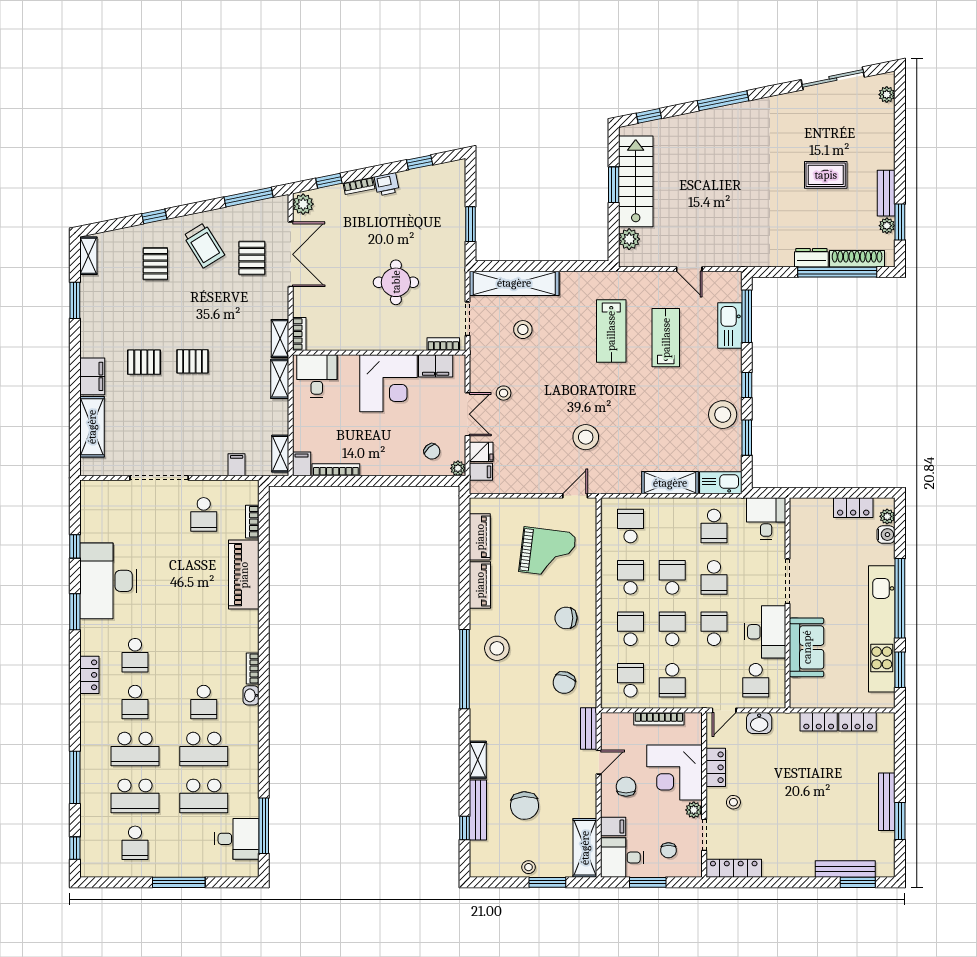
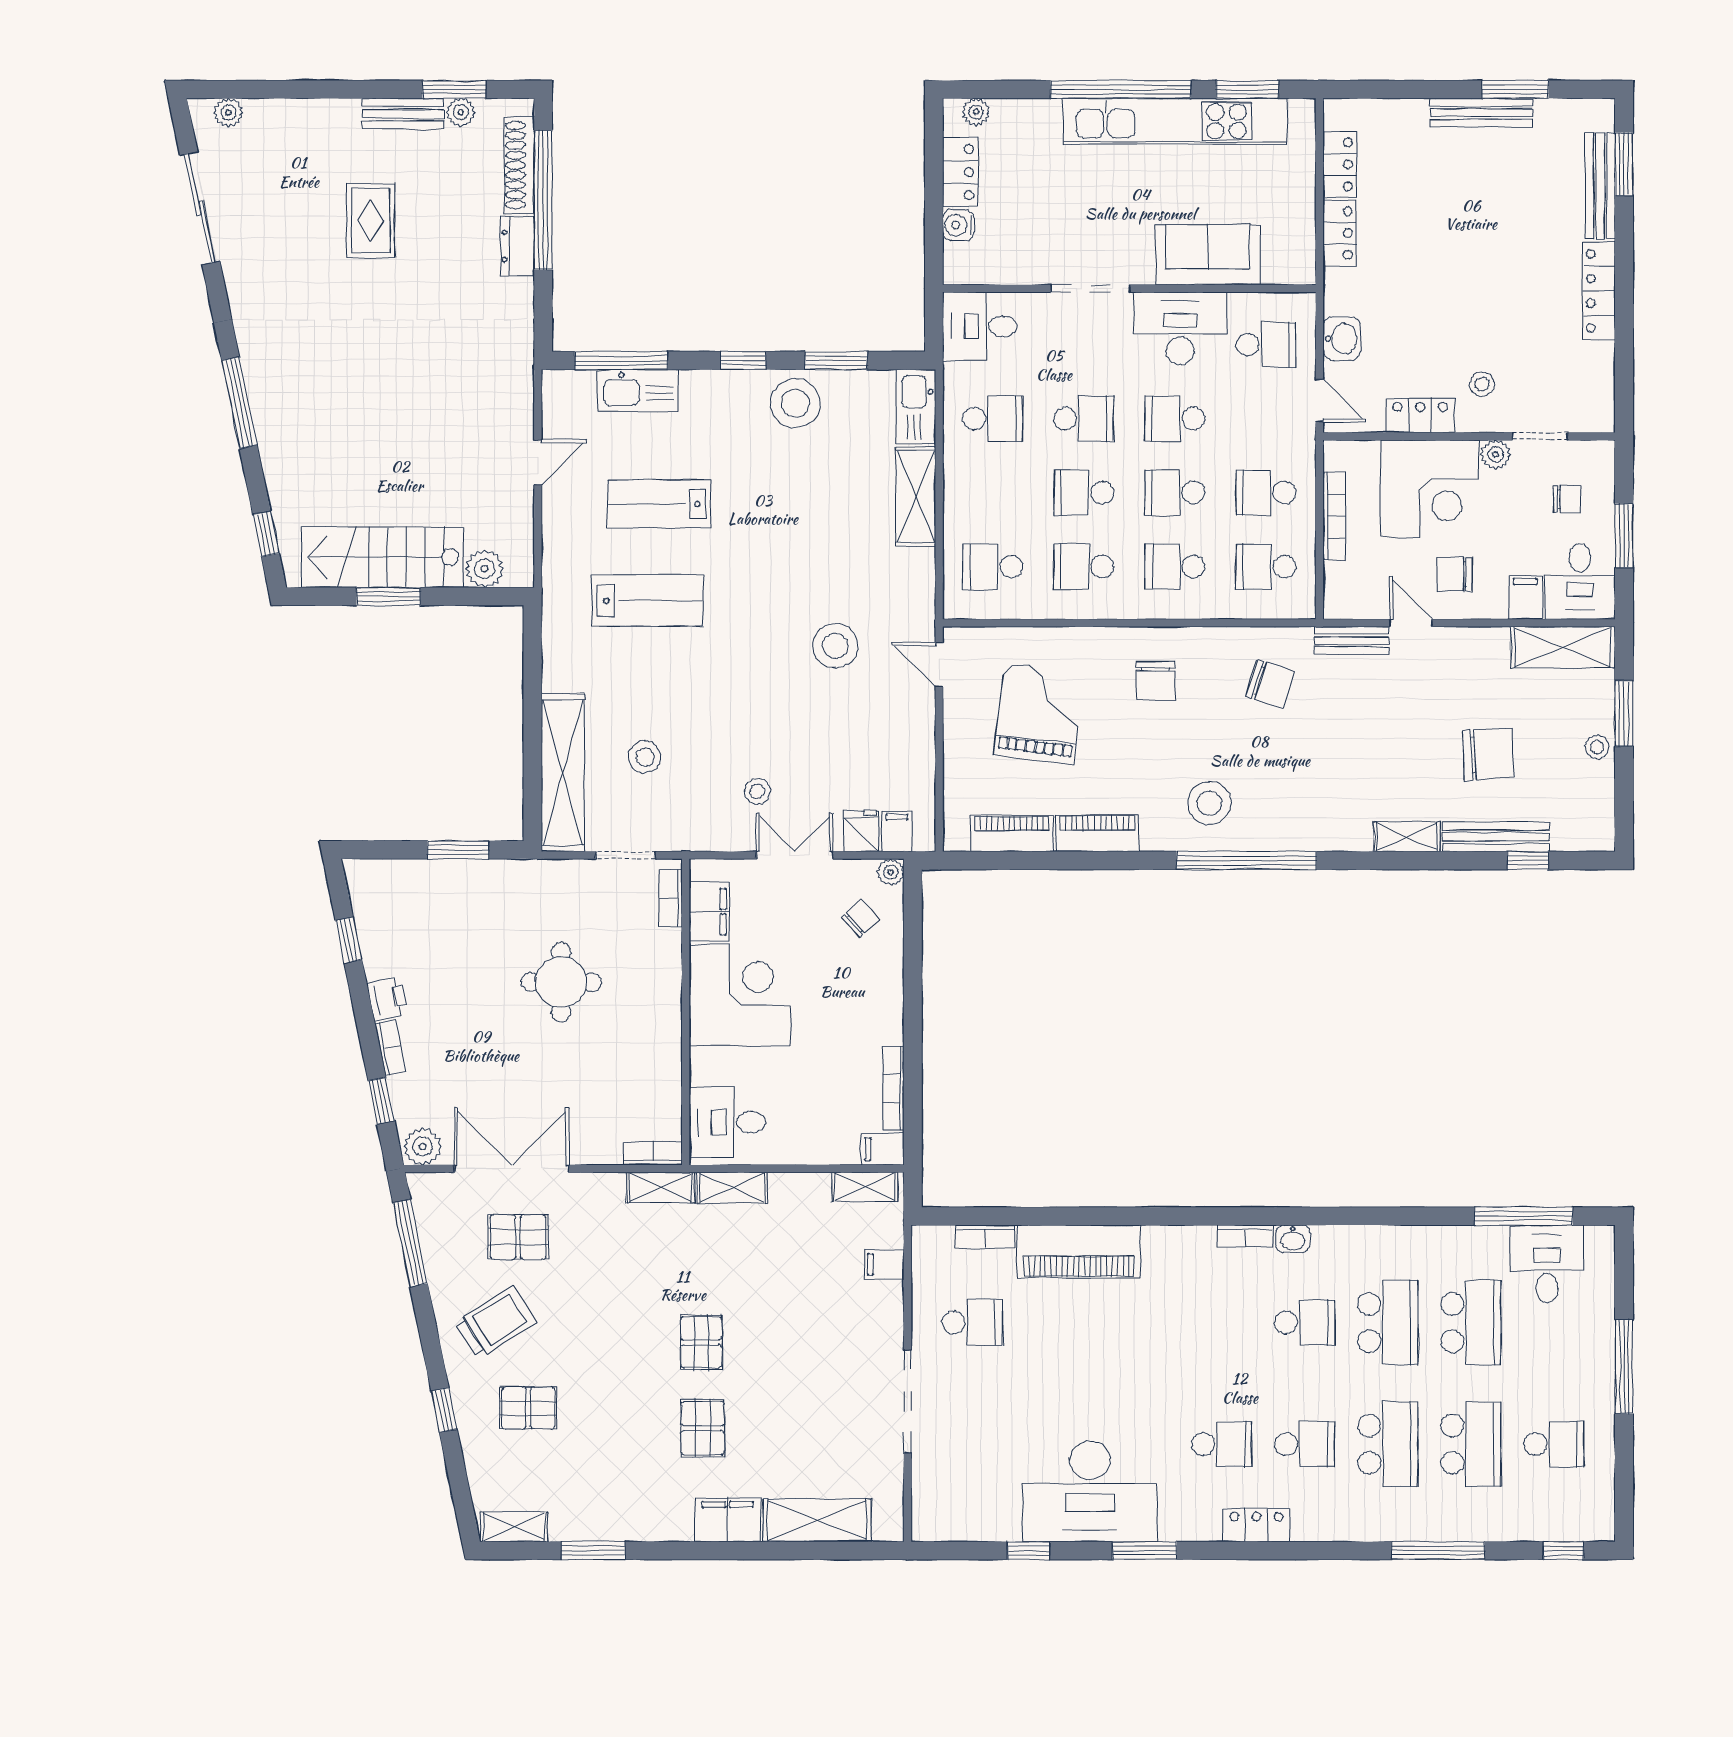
water cooler: (886, 535) -> (958, 225), moved, turned -90
school desk: (672, 680) -> (1266, 493), turned 180
locker: (734, 868) -> (1599, 291), moved

